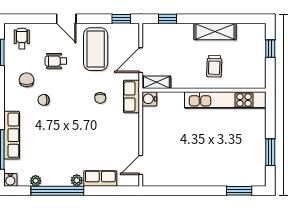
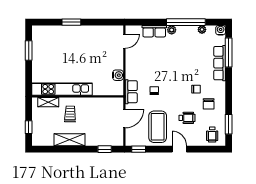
shelving: (156, 82) -> (48, 102), moved
water cooler: (149, 99) -> (118, 75), moved
window: (239, 191) -> (71, 22), moved

